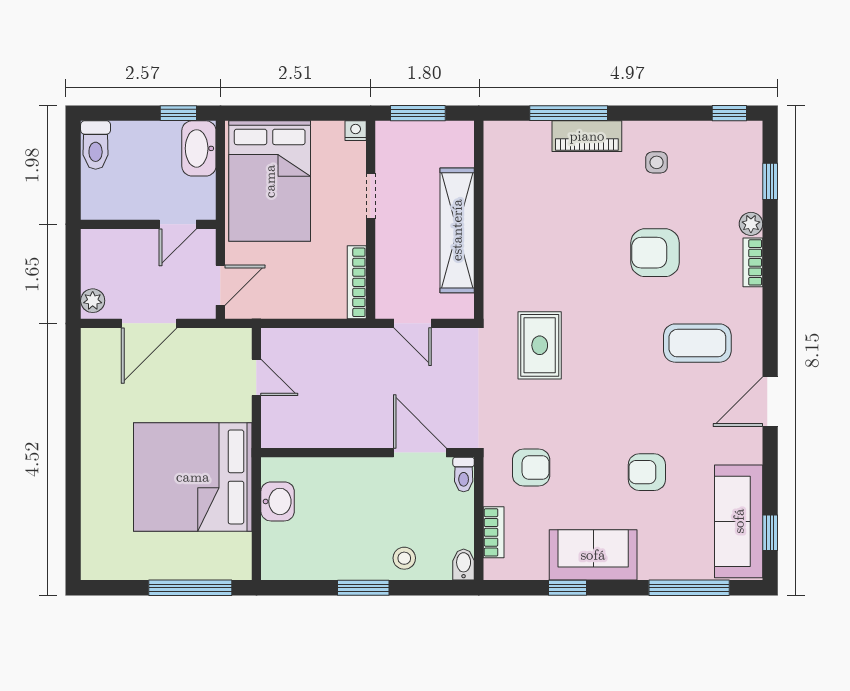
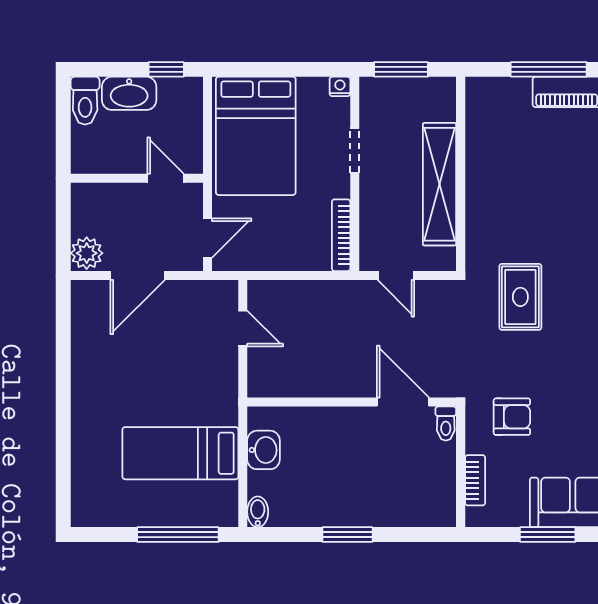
washbasin: (199, 148) -> (129, 93), moved, turned -90
door: (178, 224) -> (166, 178), swing flipped
plant: (93, 301) -> (87, 253), width x1.38, depth x1.38
bed: (193, 477) -> (180, 453), width x0.49
stool: (404, 558) -> (388, 506), removed
bidet: (464, 565) -> (258, 512), moved
window: (567, 588) -> (548, 535), width x1.50

